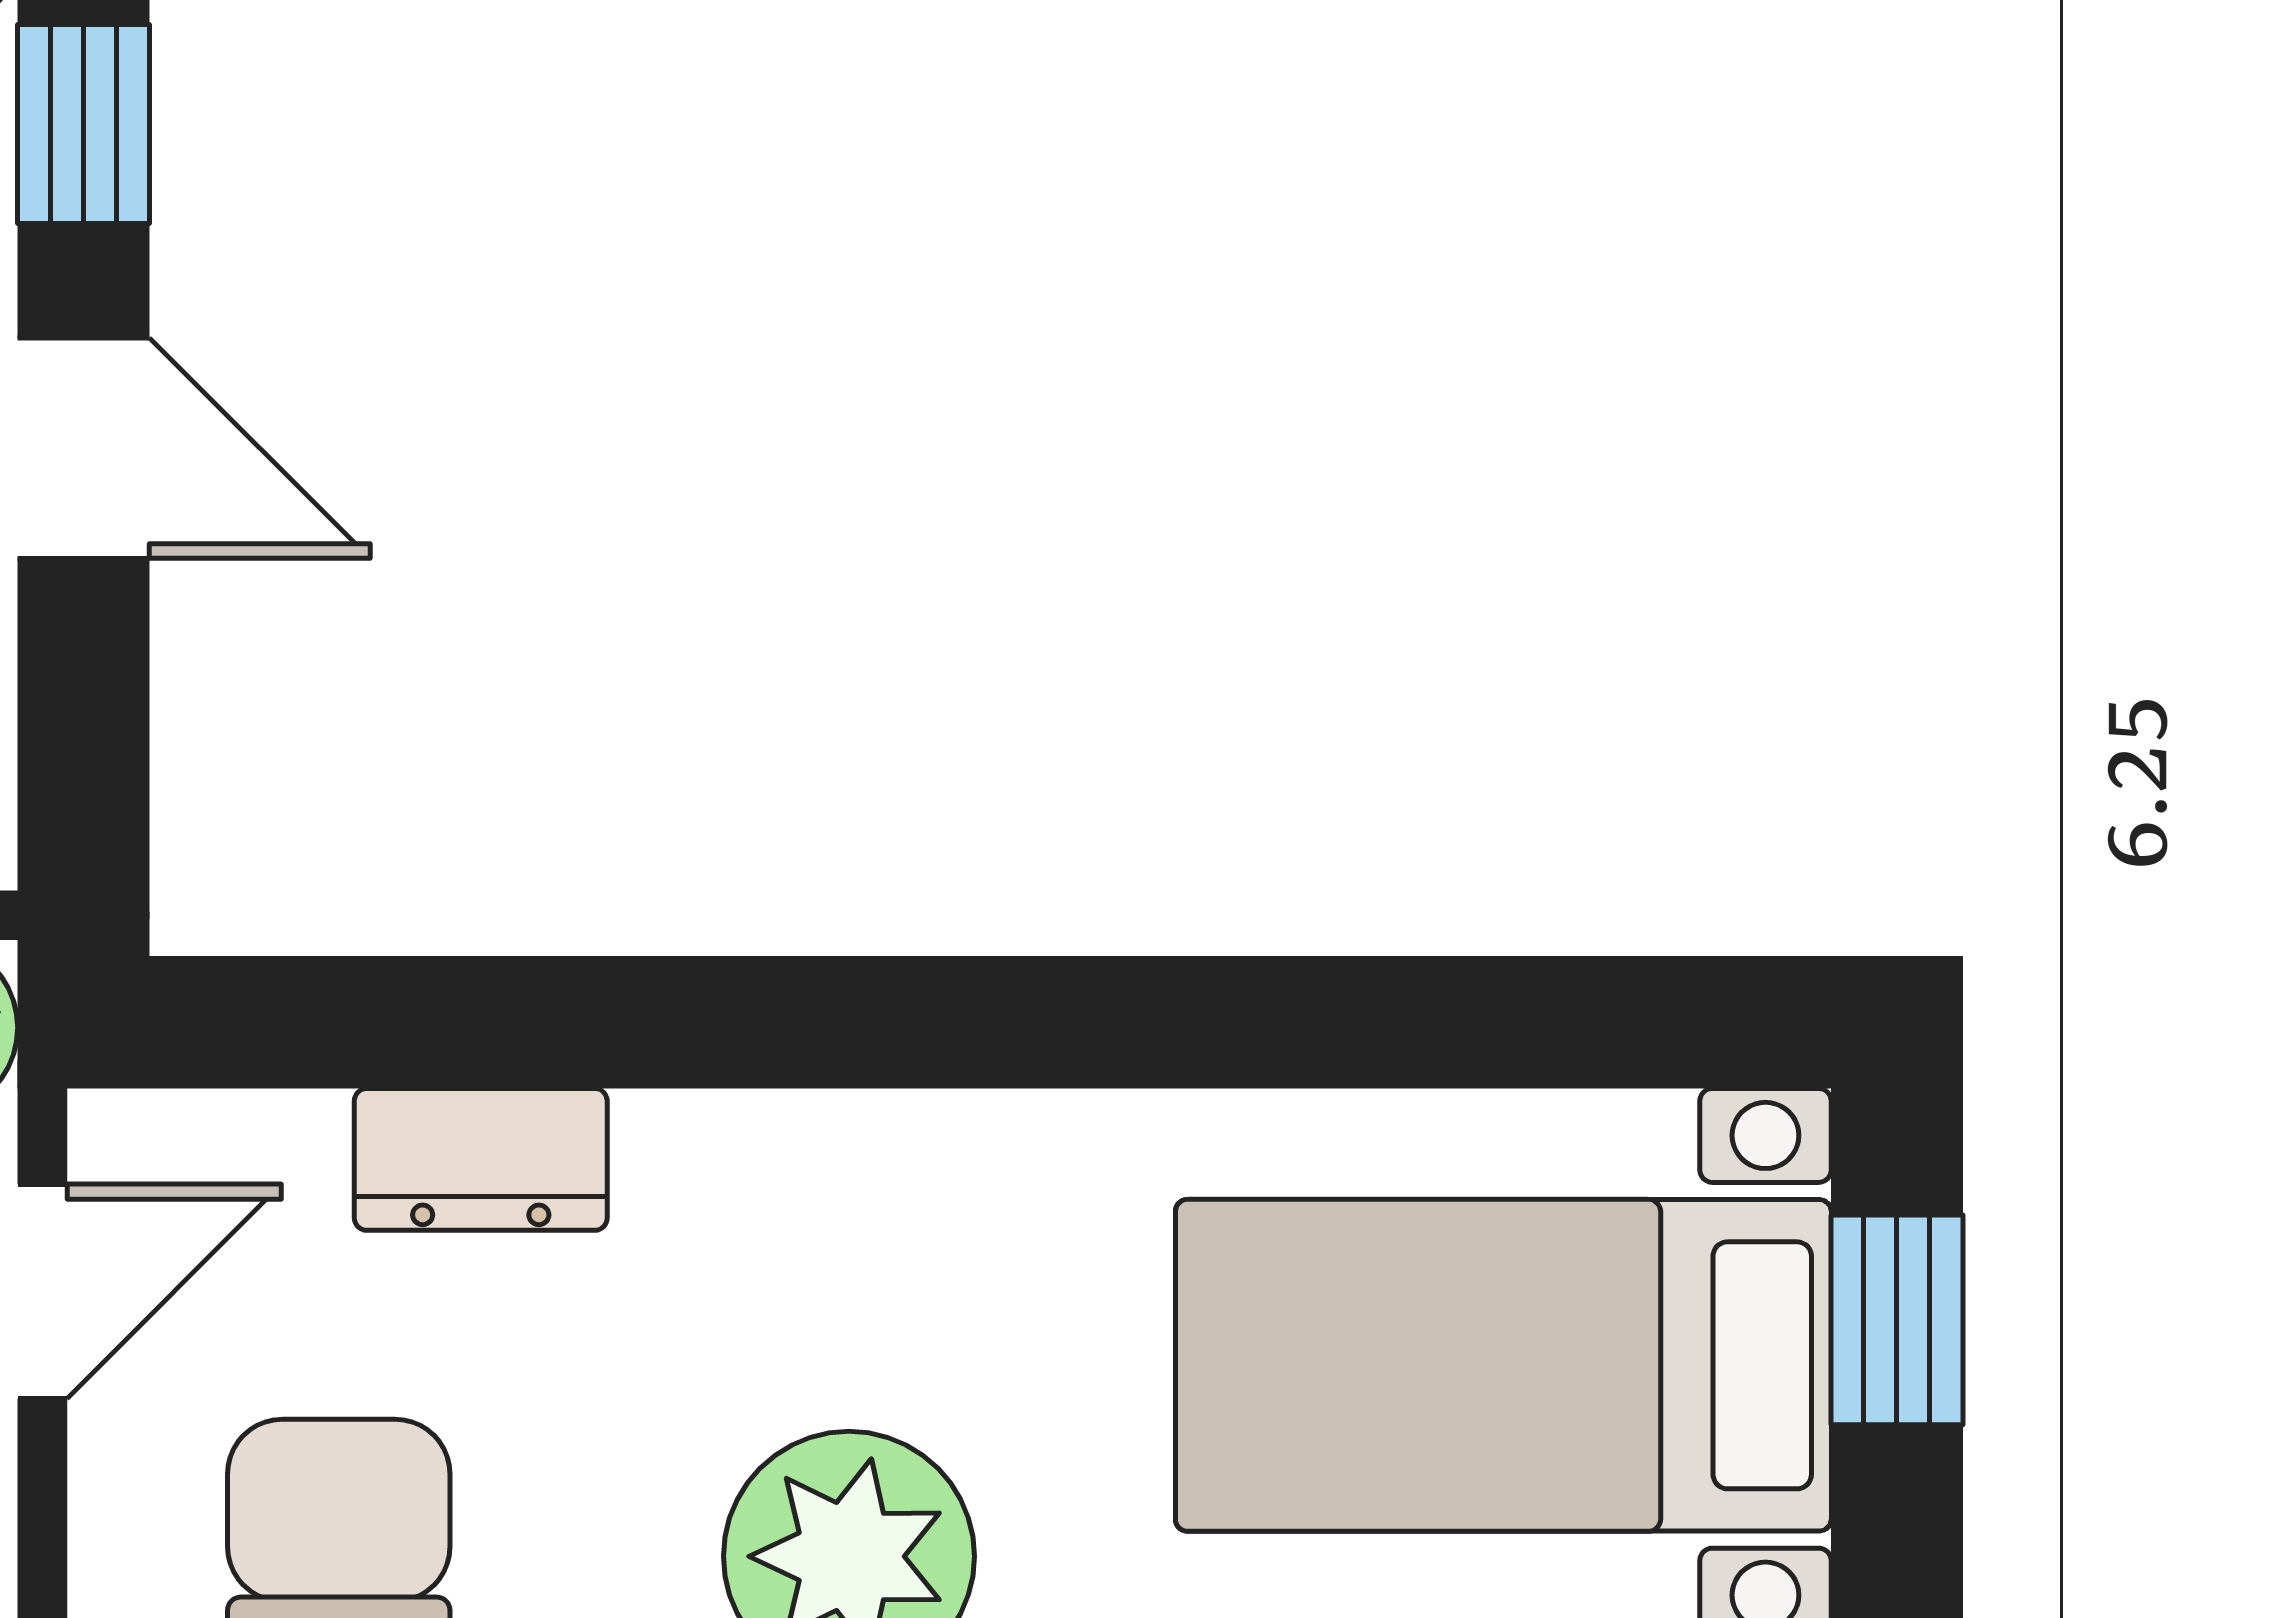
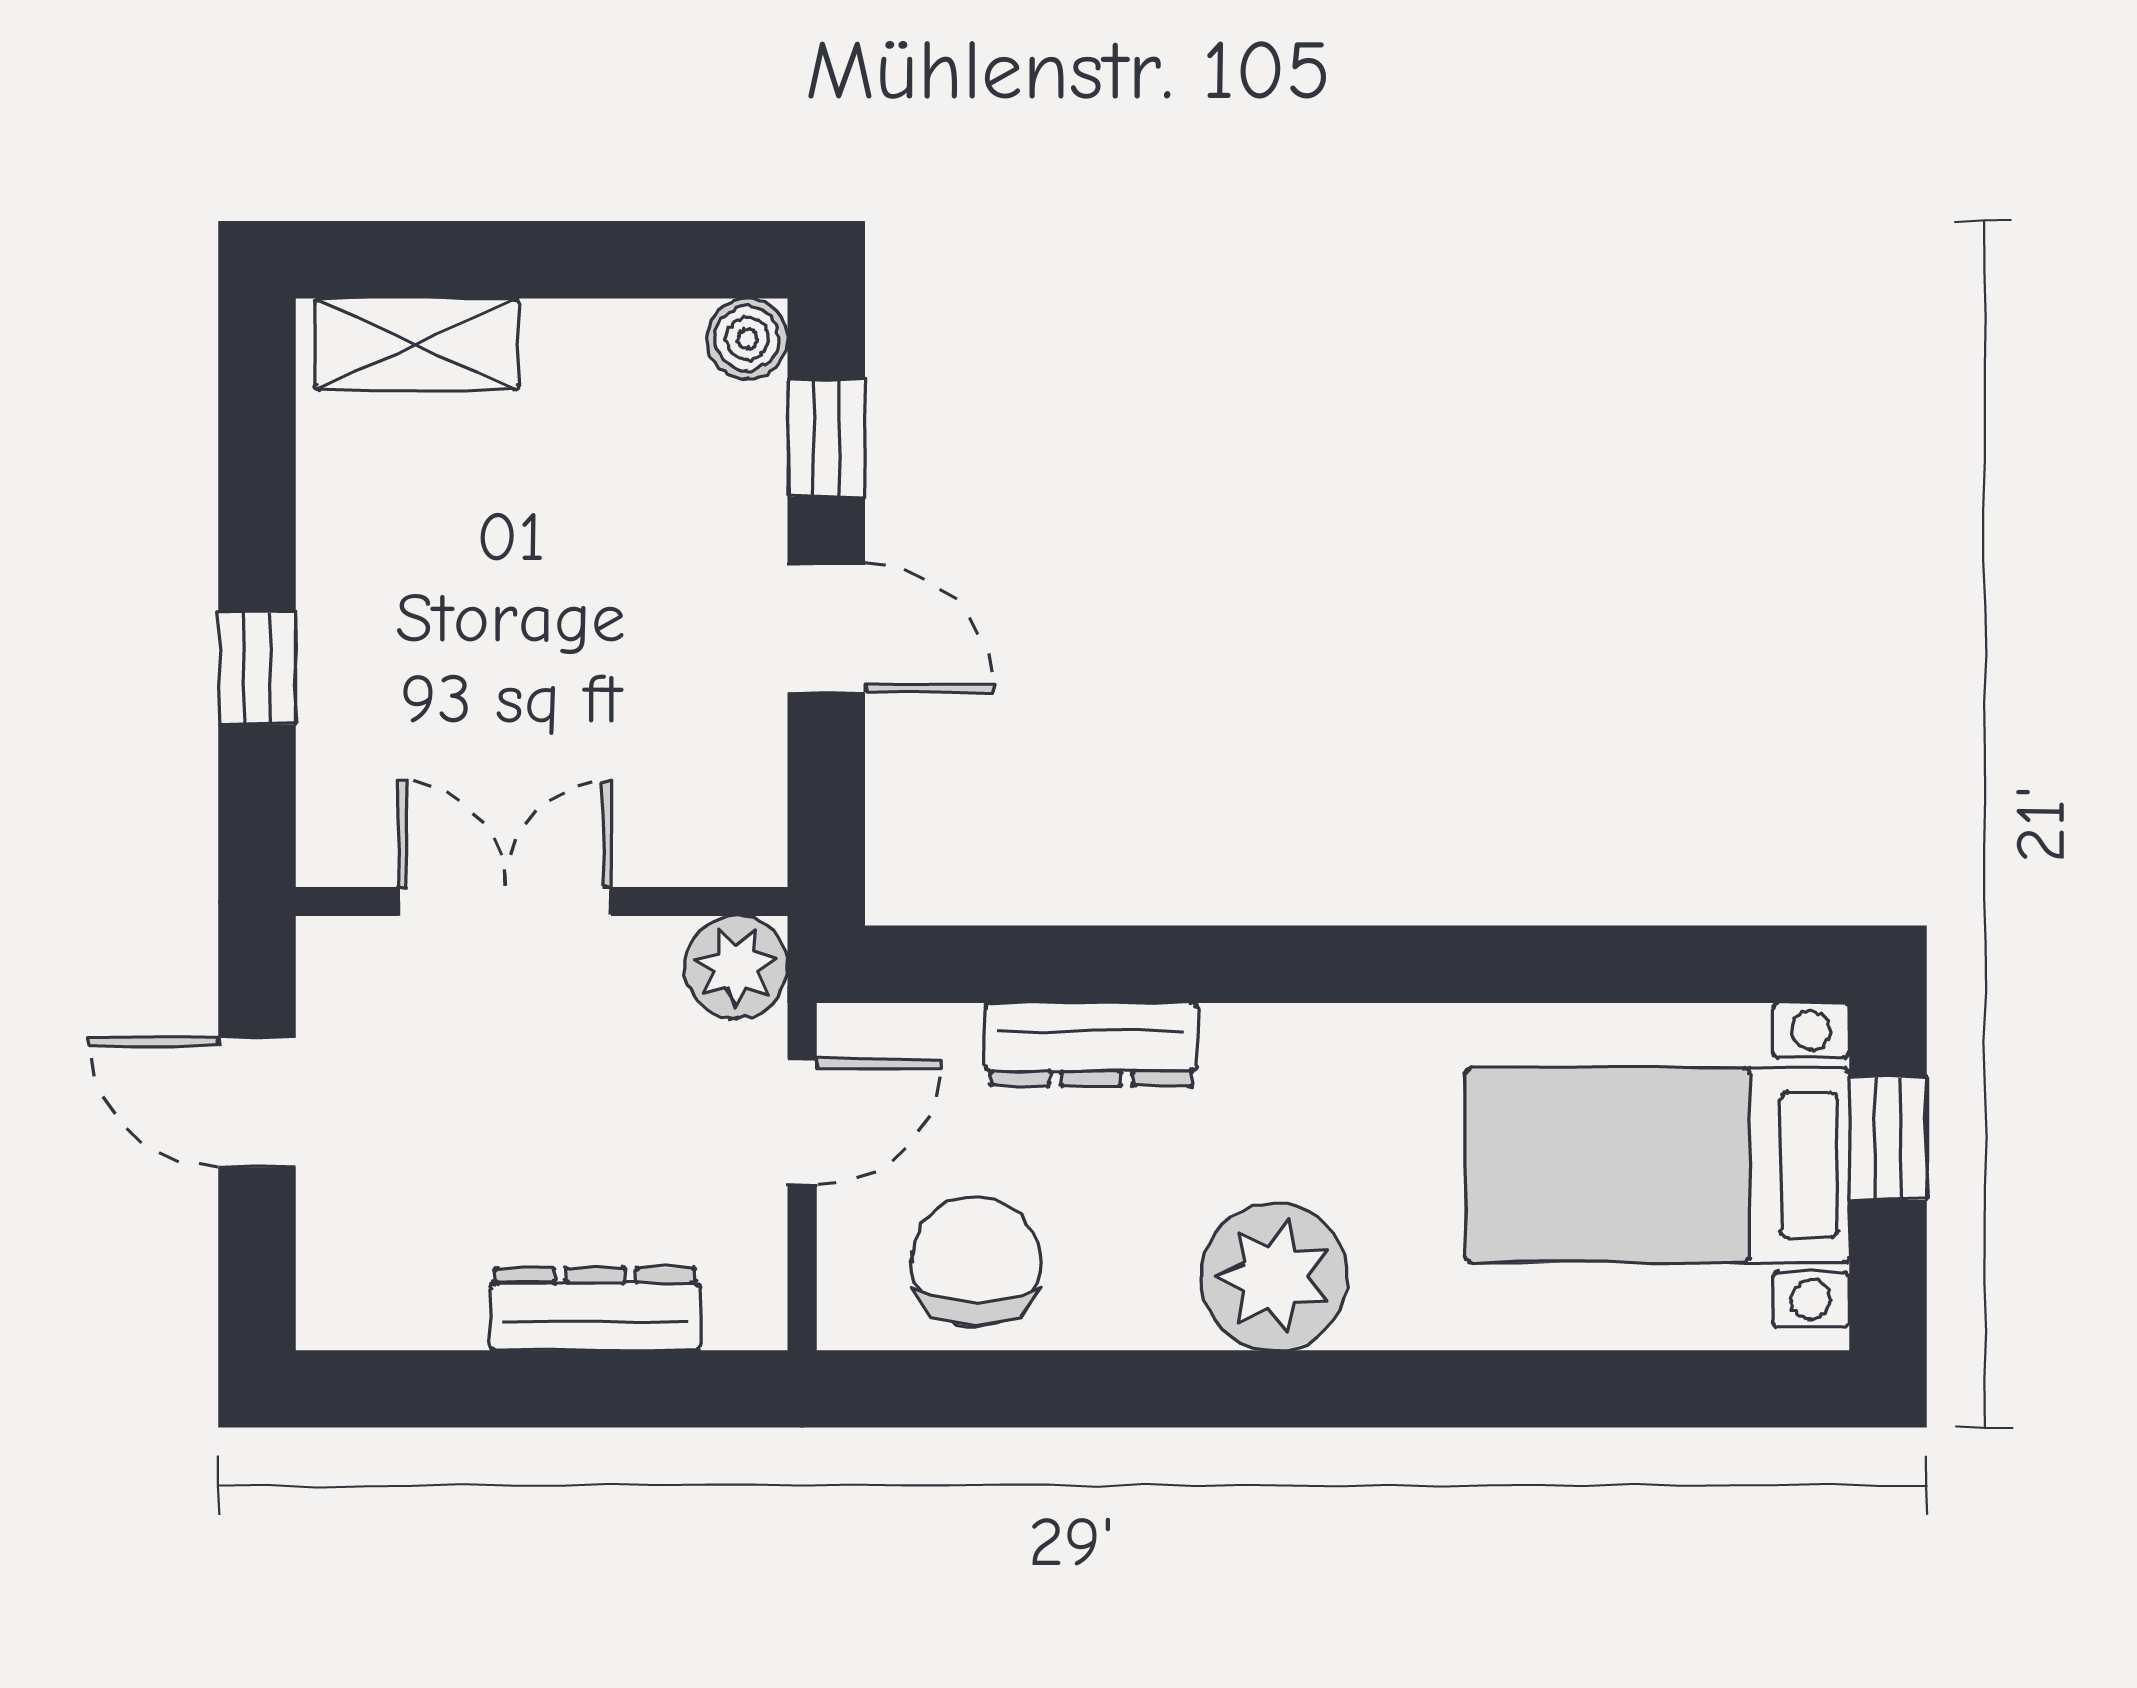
dresser: (481, 1159) -> (1091, 1044), width x1.44

